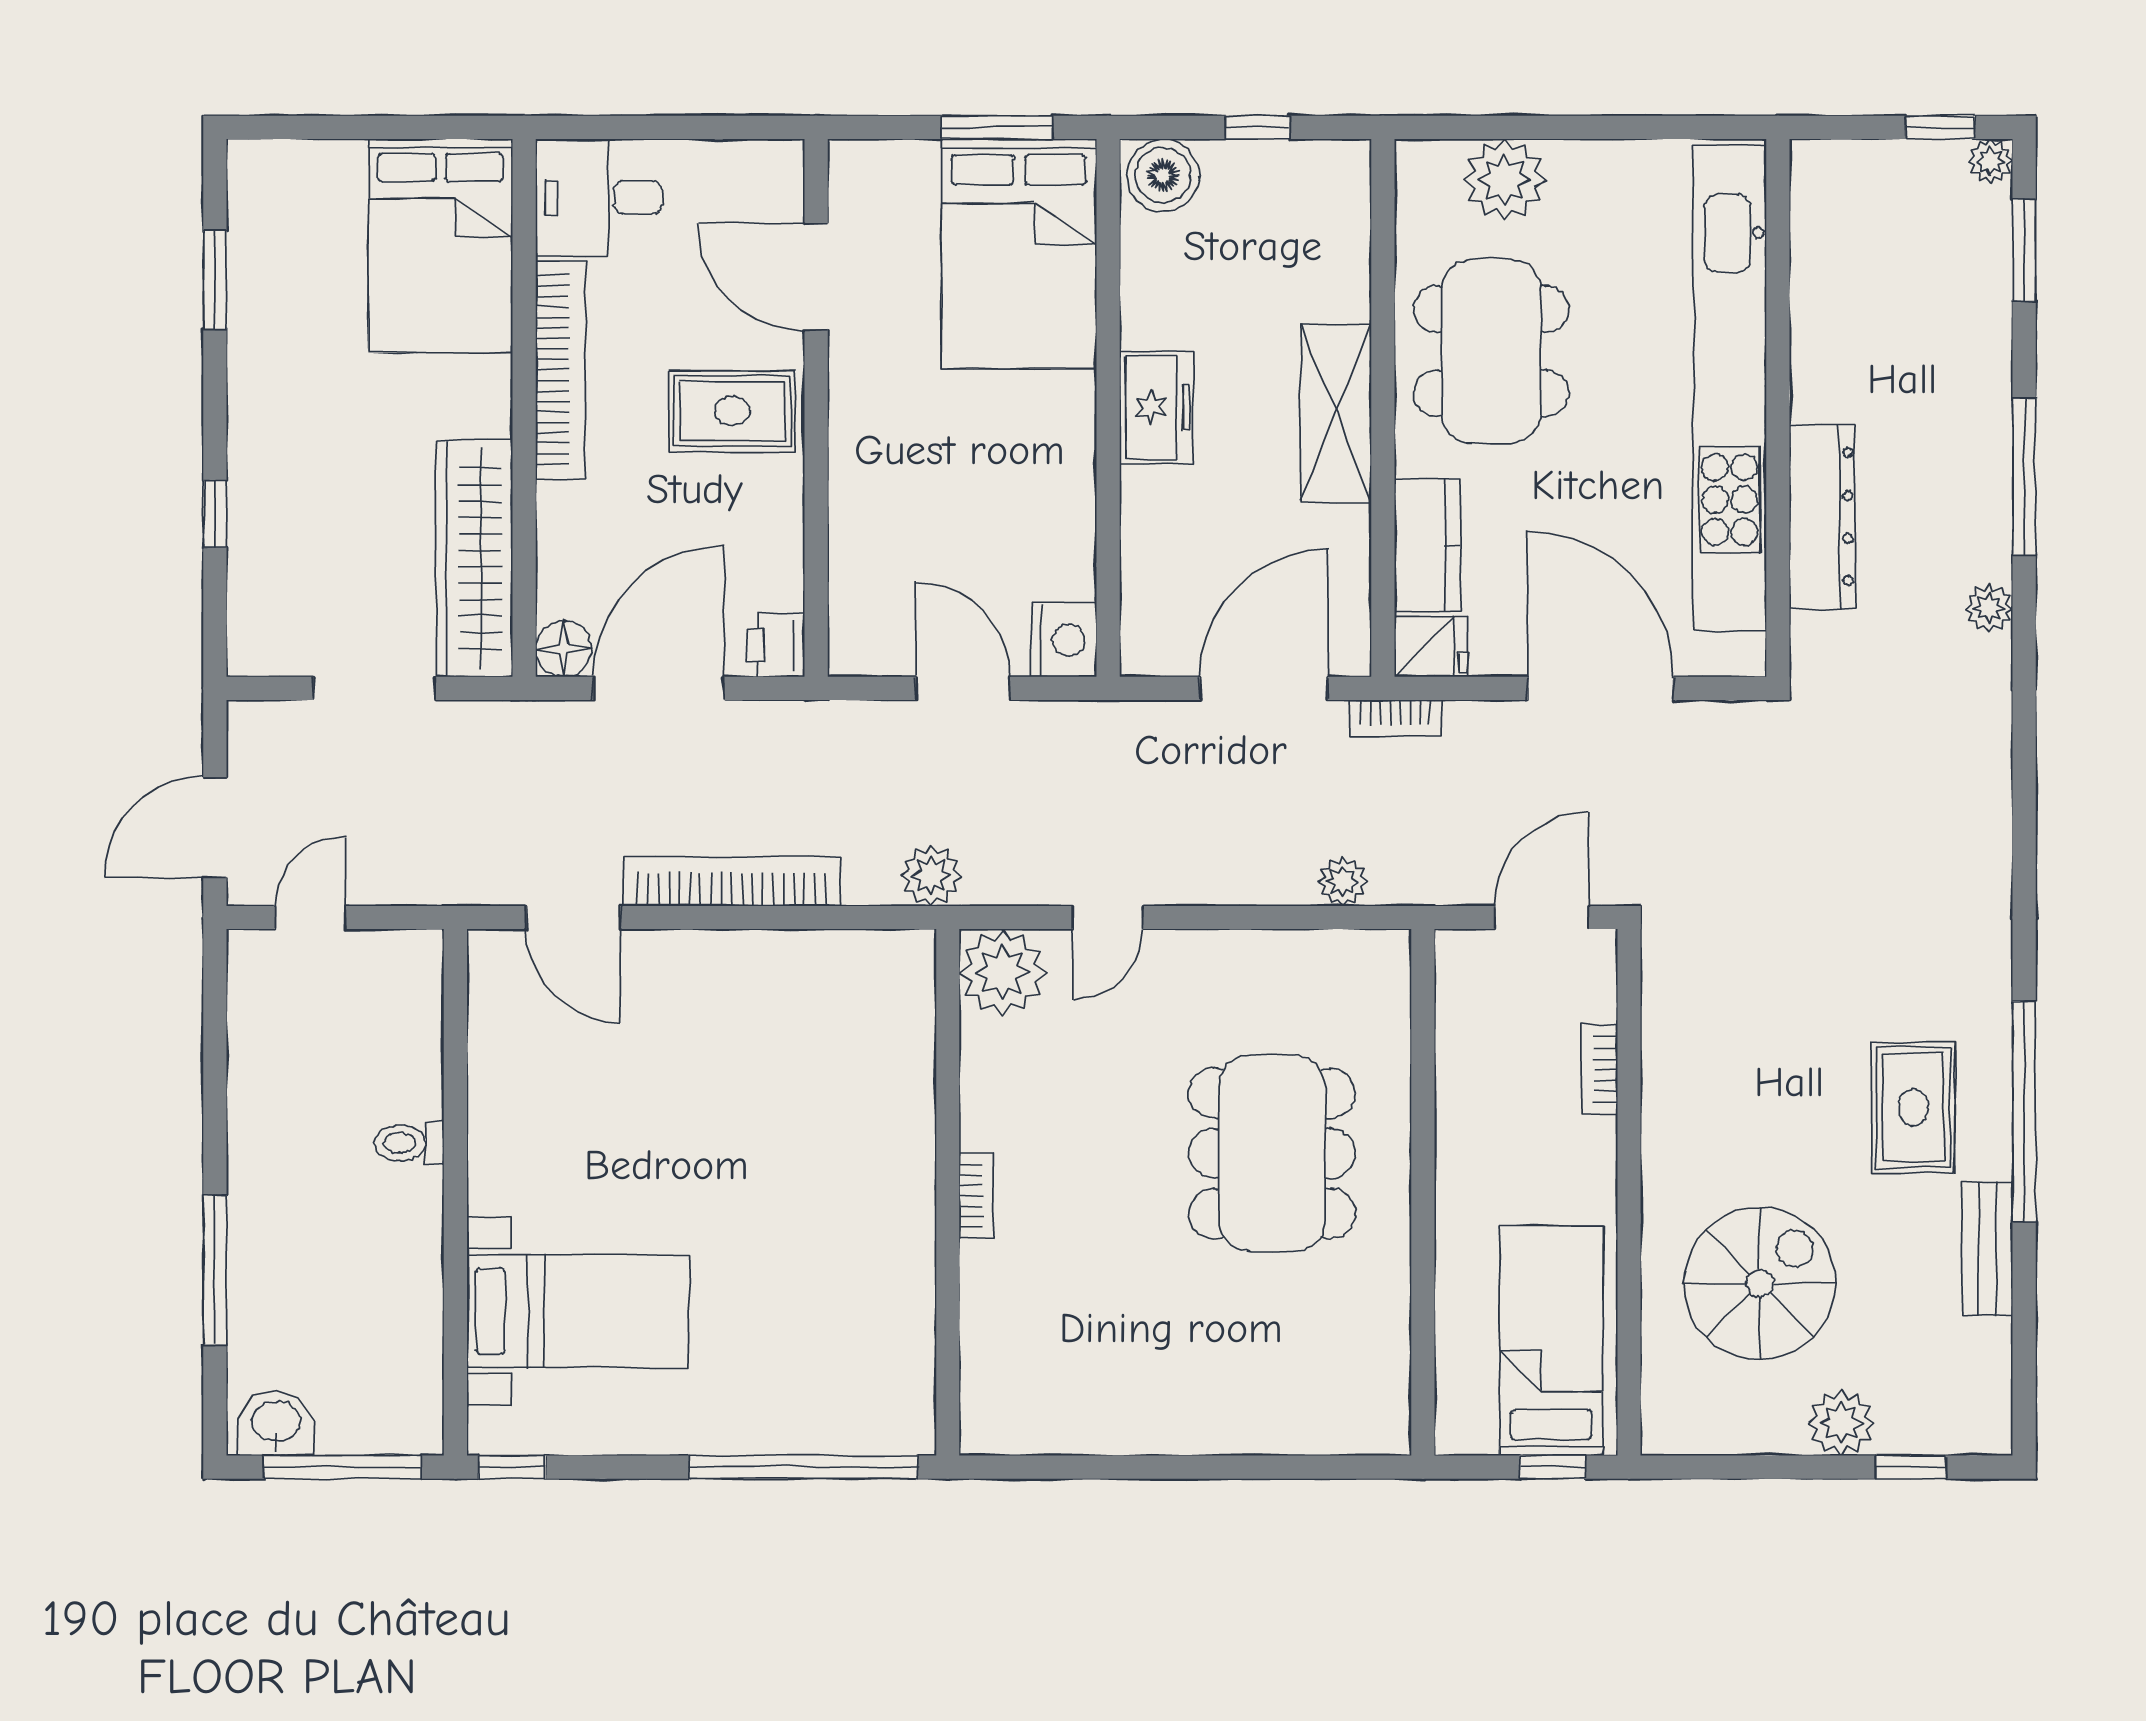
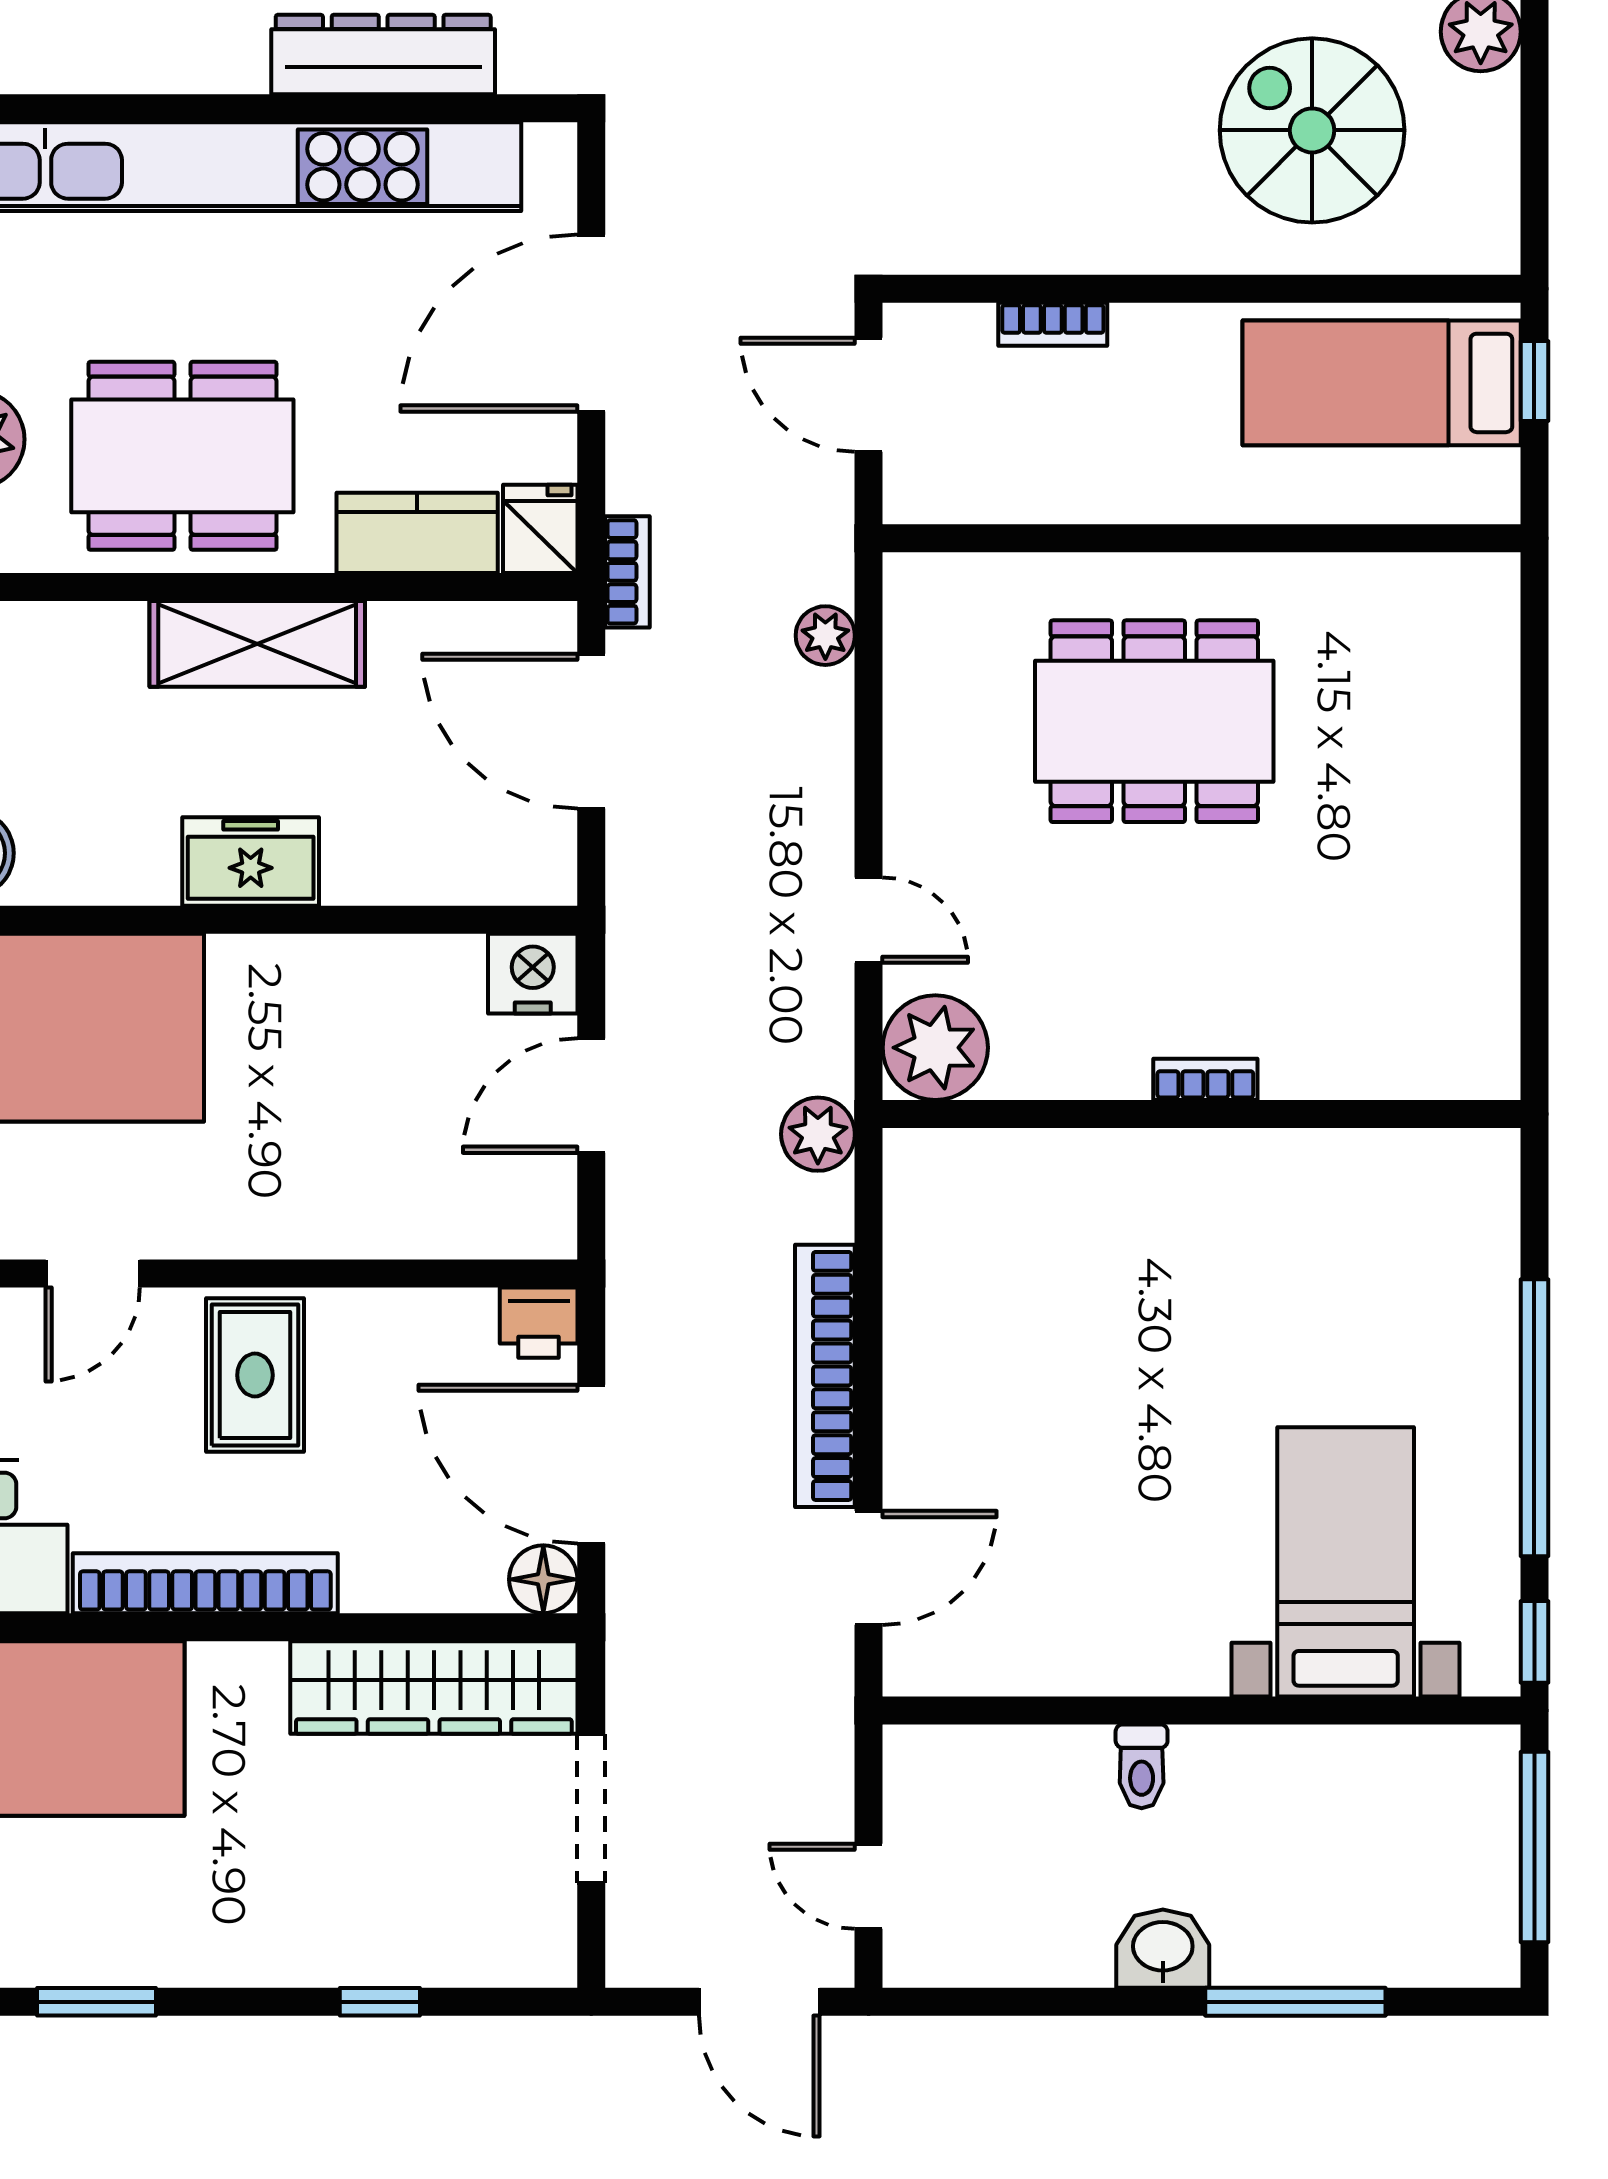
door: (816, 277) -> (93, 1274), width x0.73
washbasin: (276, 1423) -> (1163, 1949), moved, turned 90
window: (803, 1467) -> (1534, 1418), moved

